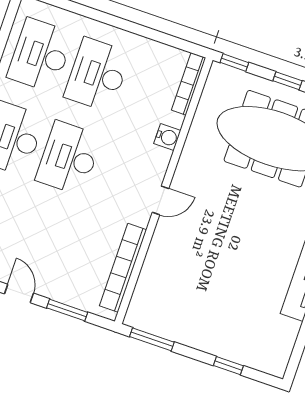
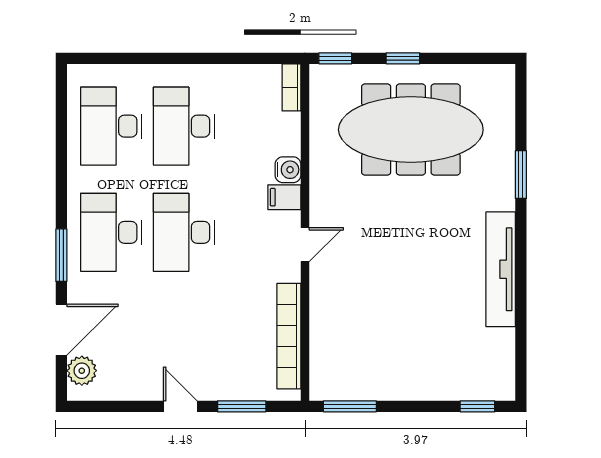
bookcase: (189, 84) -> (291, 87), width x0.64
filing cabinet: (157, 158) -> (284, 197), added
window: (228, 366) -> (477, 406), moved

